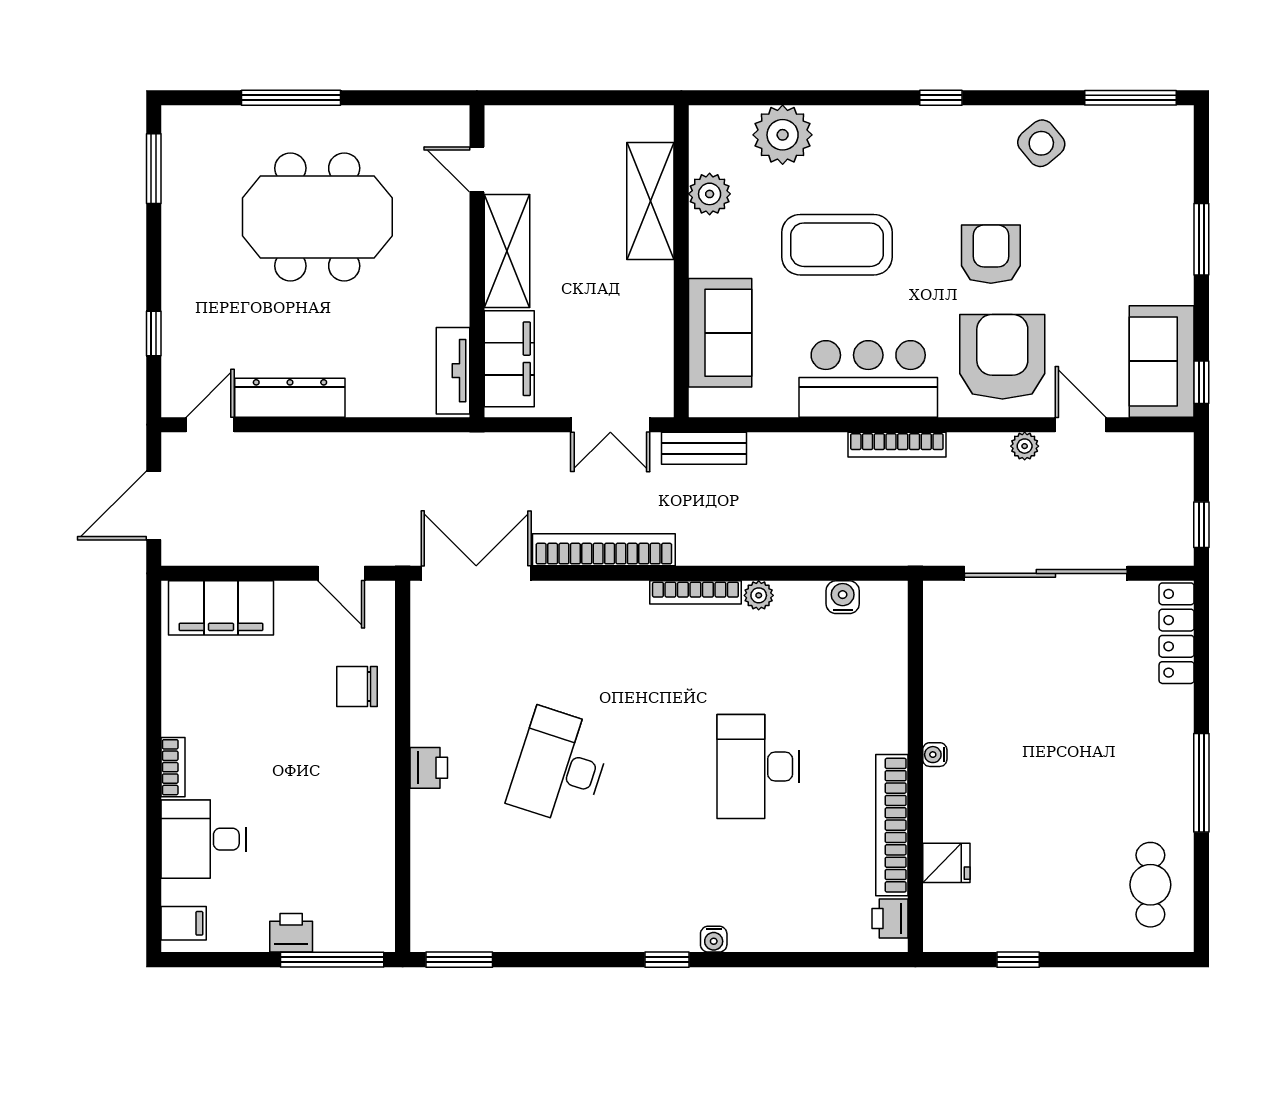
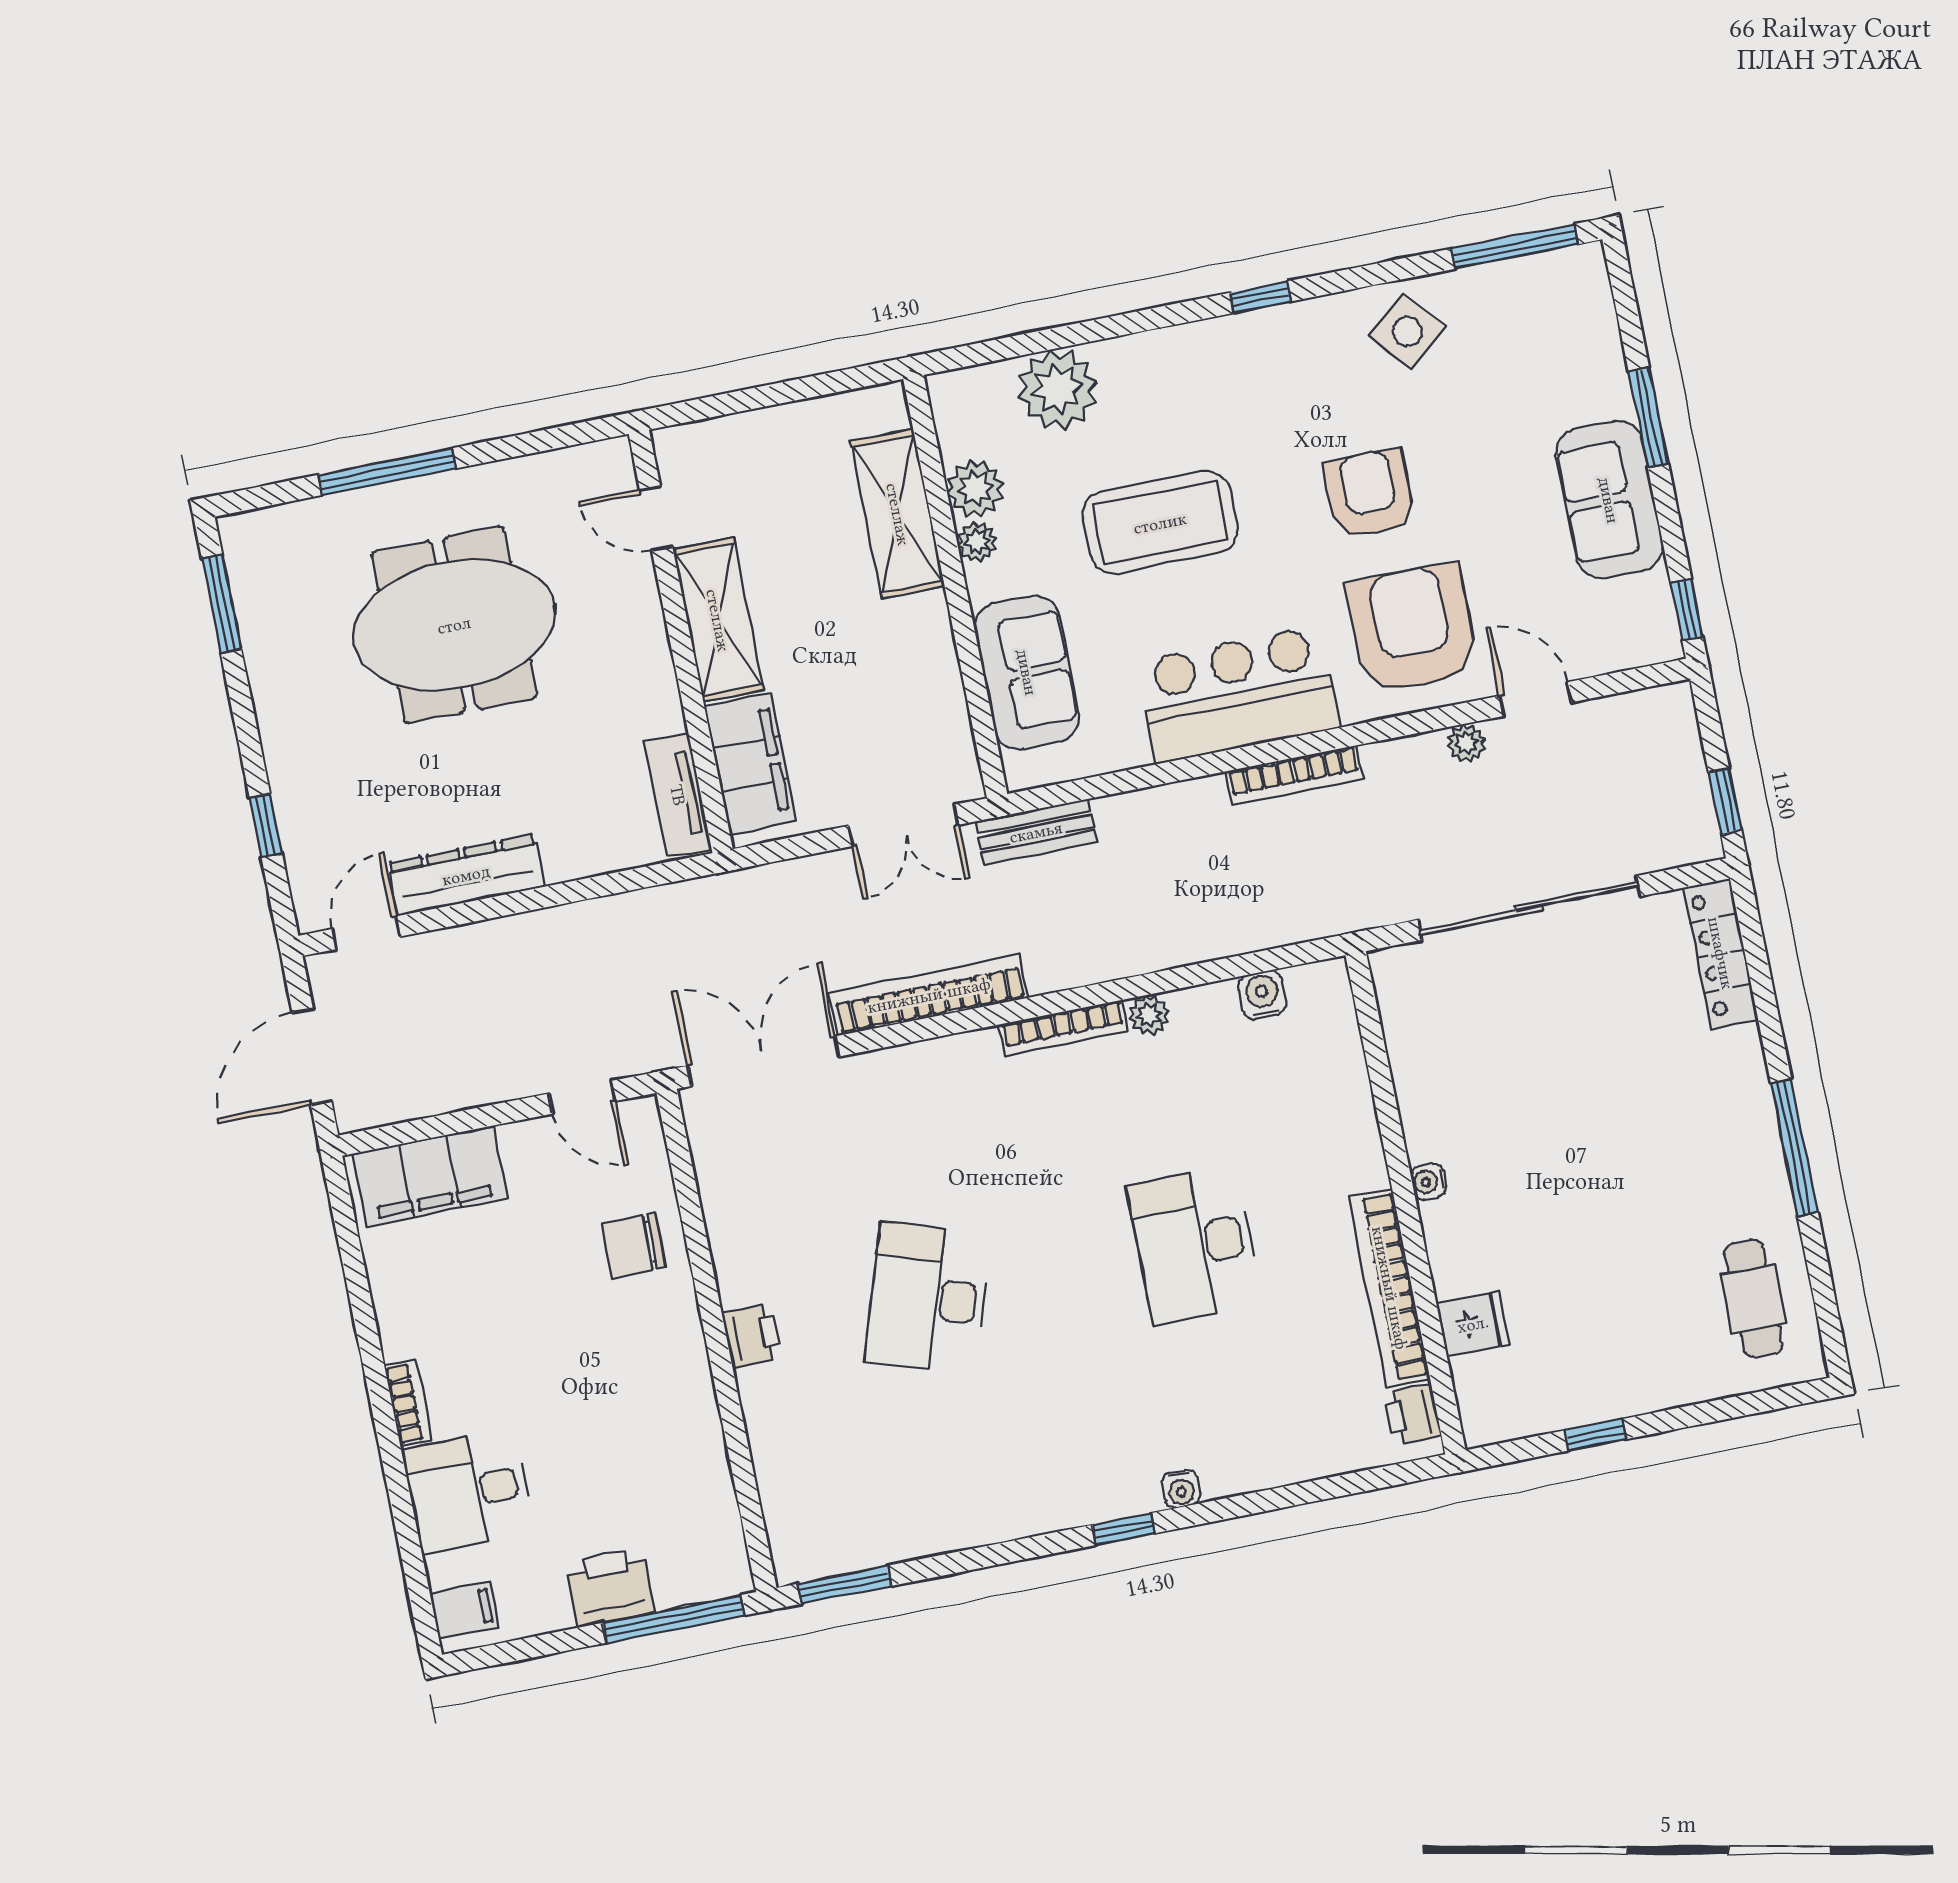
plant: (703, 232) -> (977, 542), added
sofa: (1162, 361) -> (1609, 500), moved
printer: (291, 933) -> (610, 1588), width x1.36, depth x1.24

